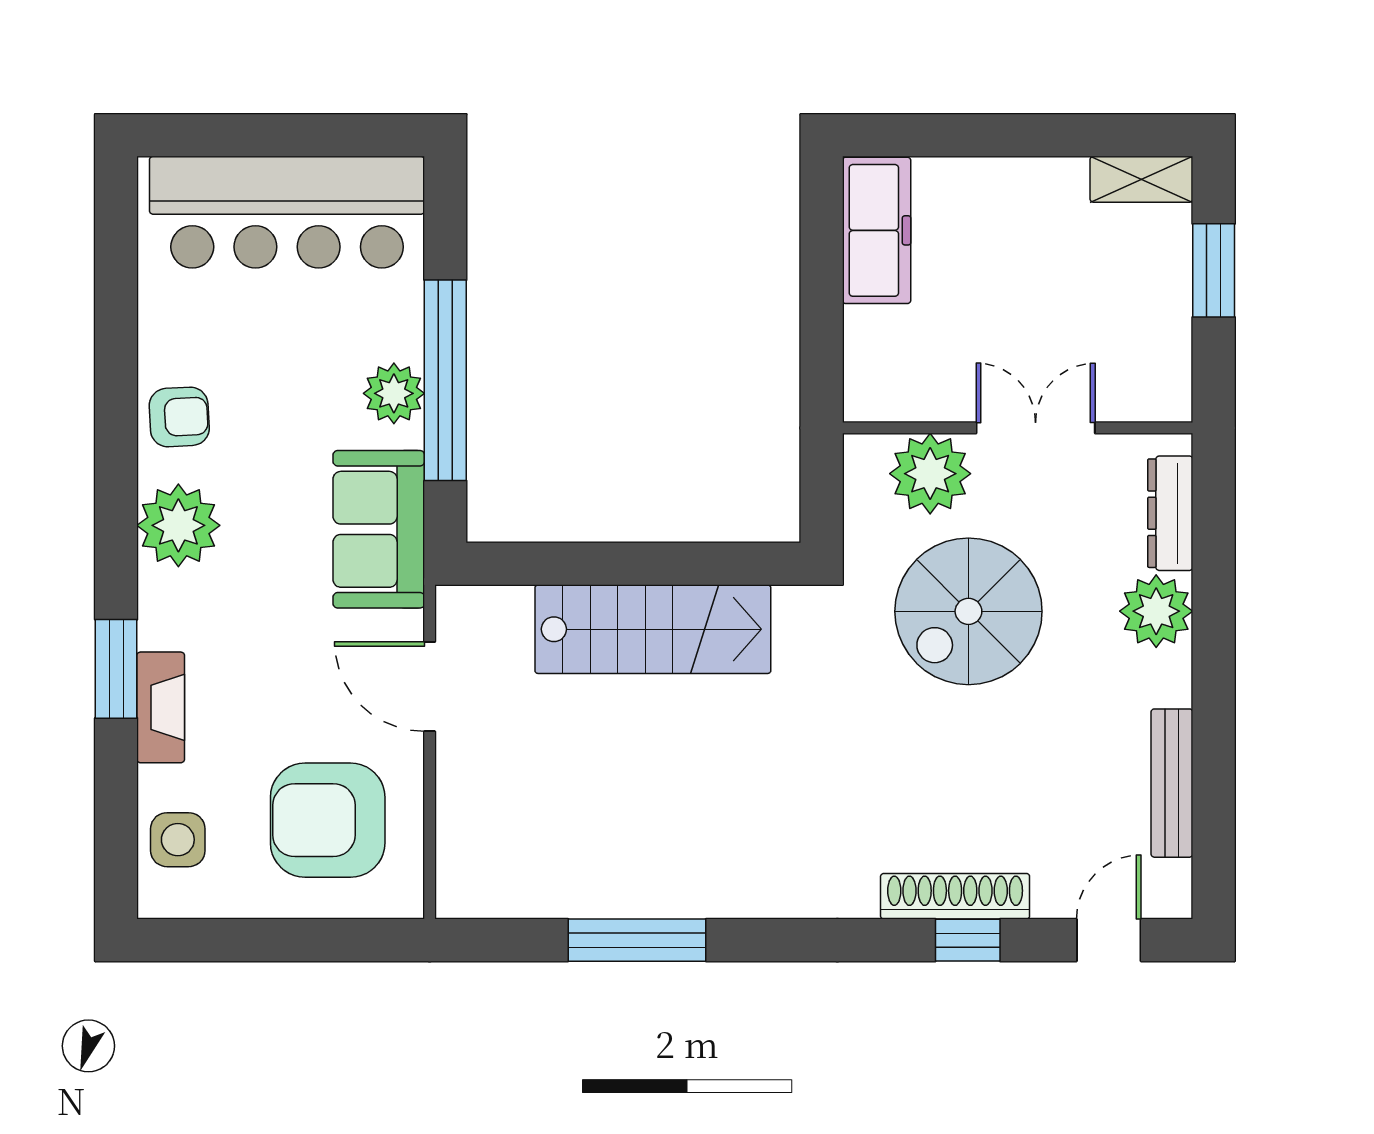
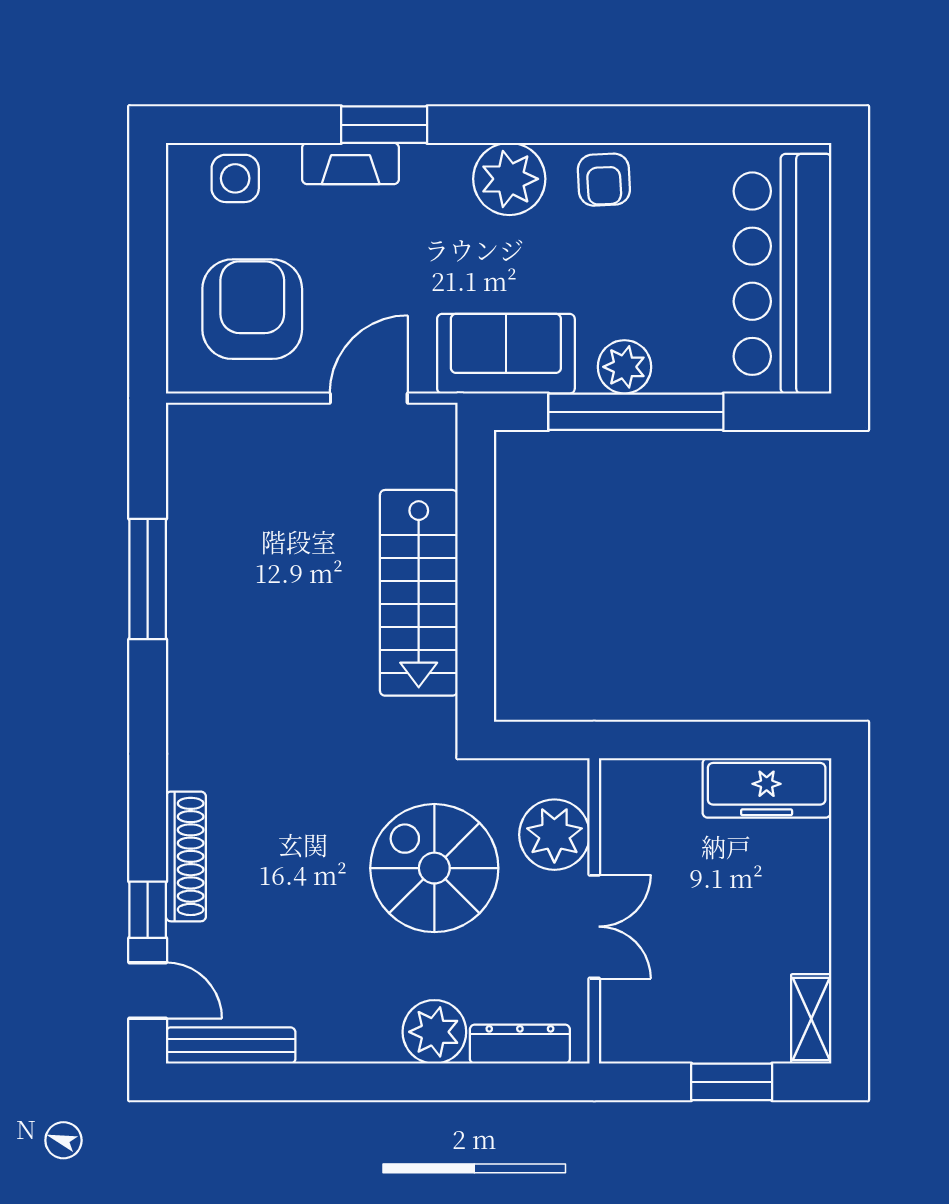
bench: (1172, 783) -> (231, 1046), moved
window: (968, 940) -> (148, 910), moved

